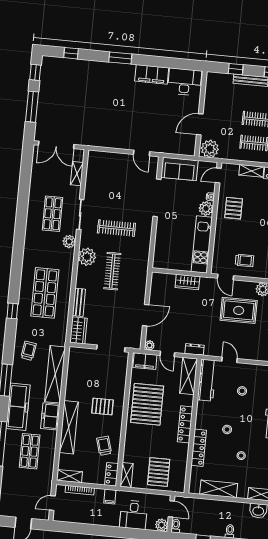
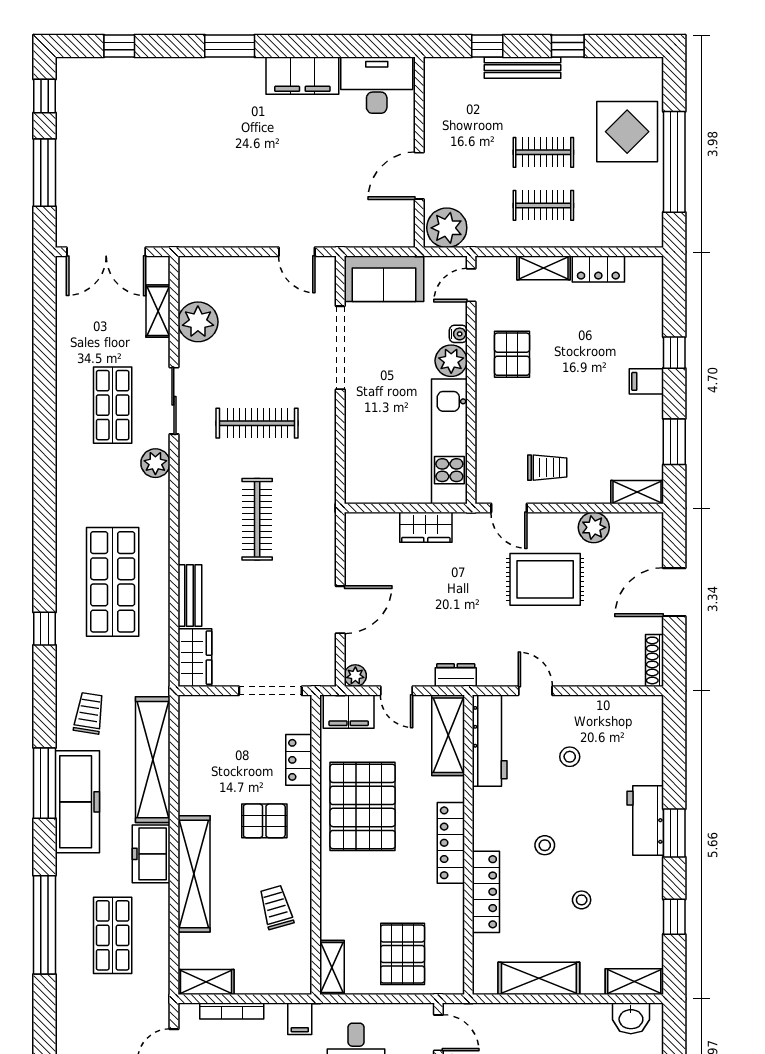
plant: (87, 257) -> (198, 322), moved
freezer: (18, 407) -> (77, 802), moved
locker: (112, 474) -> (299, 760), moved

